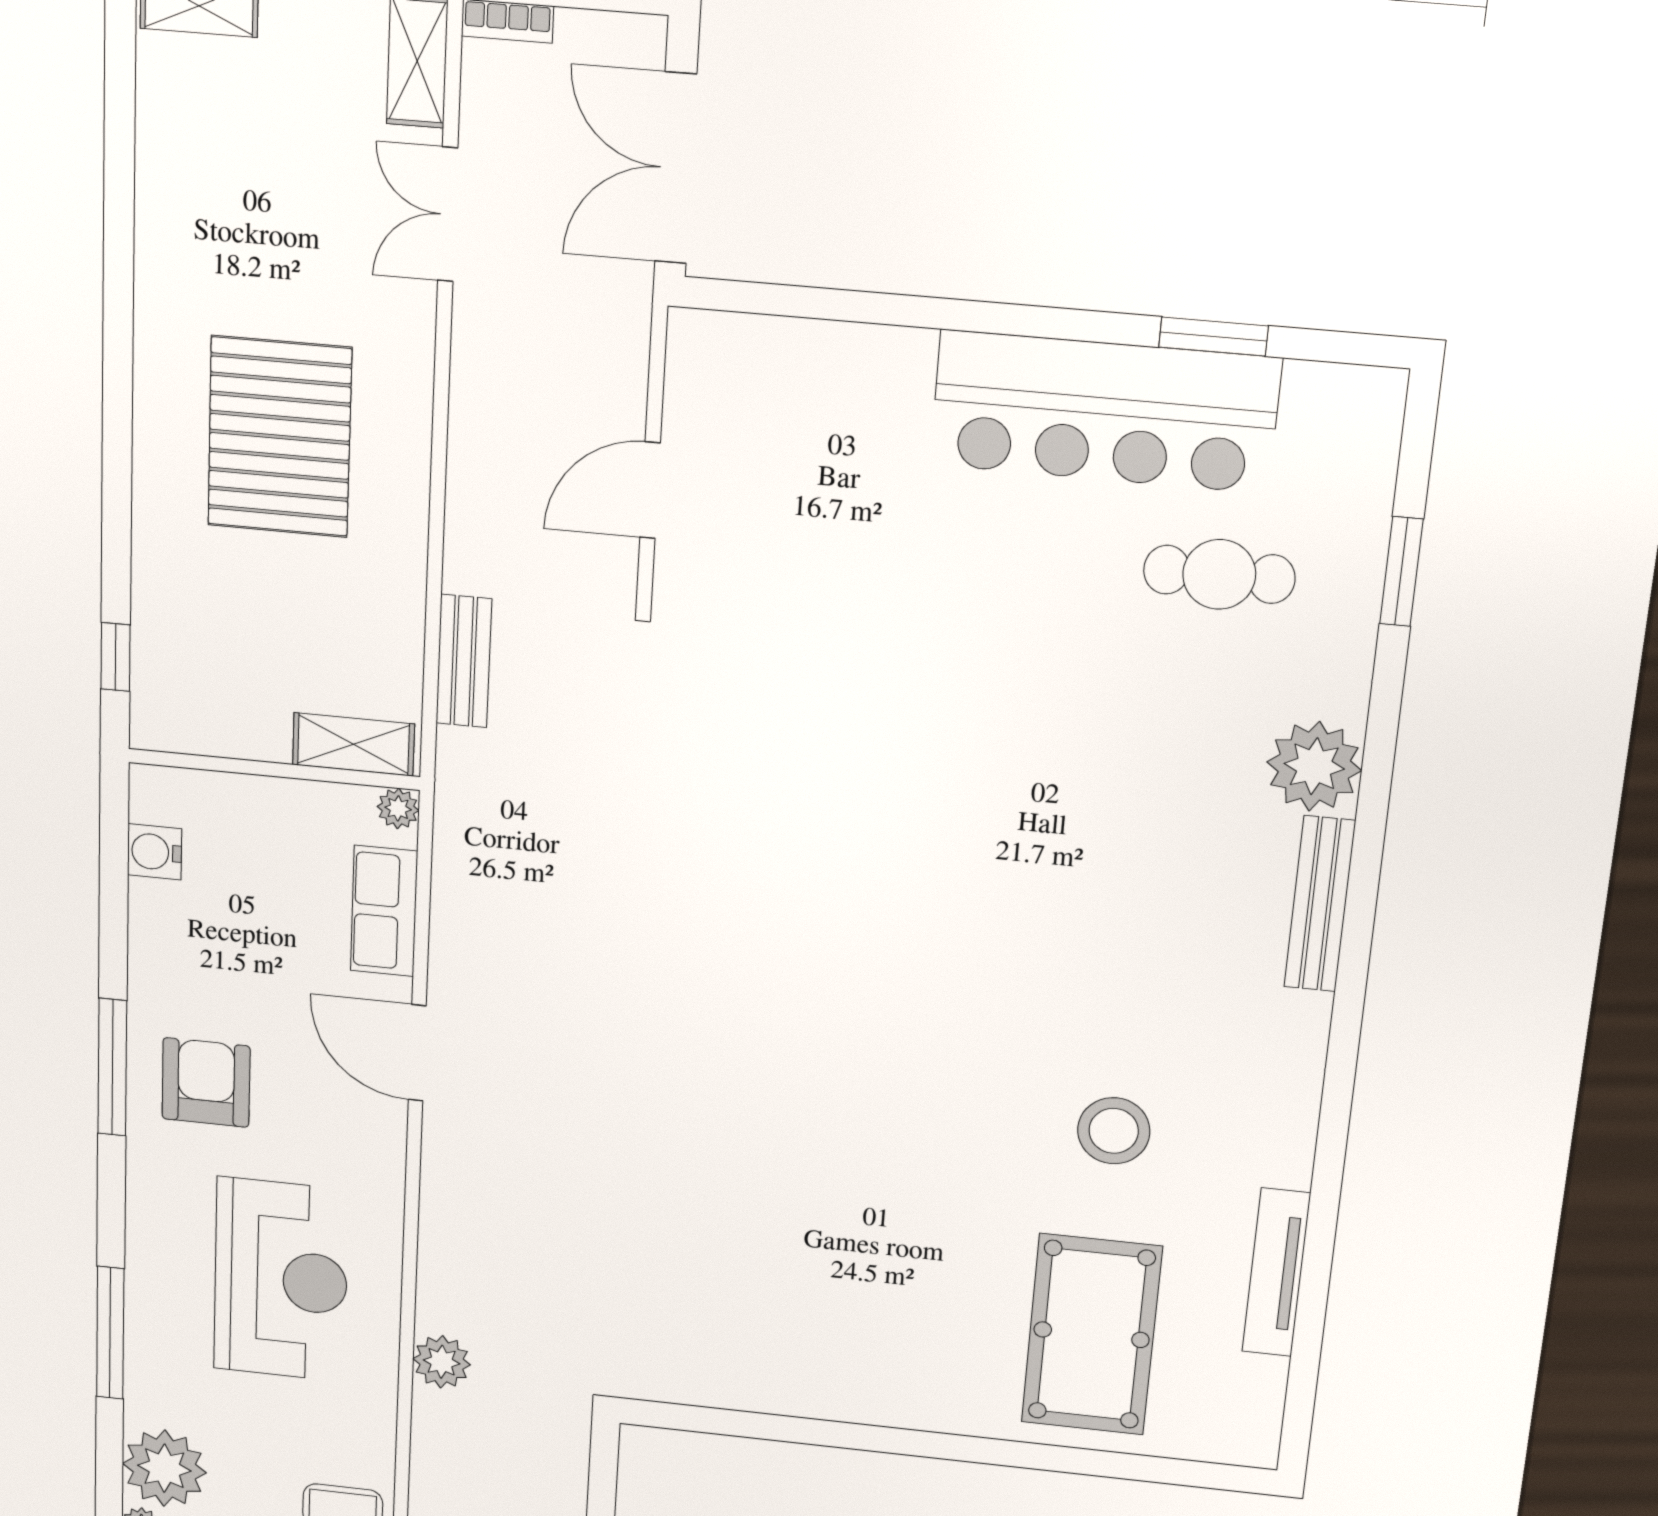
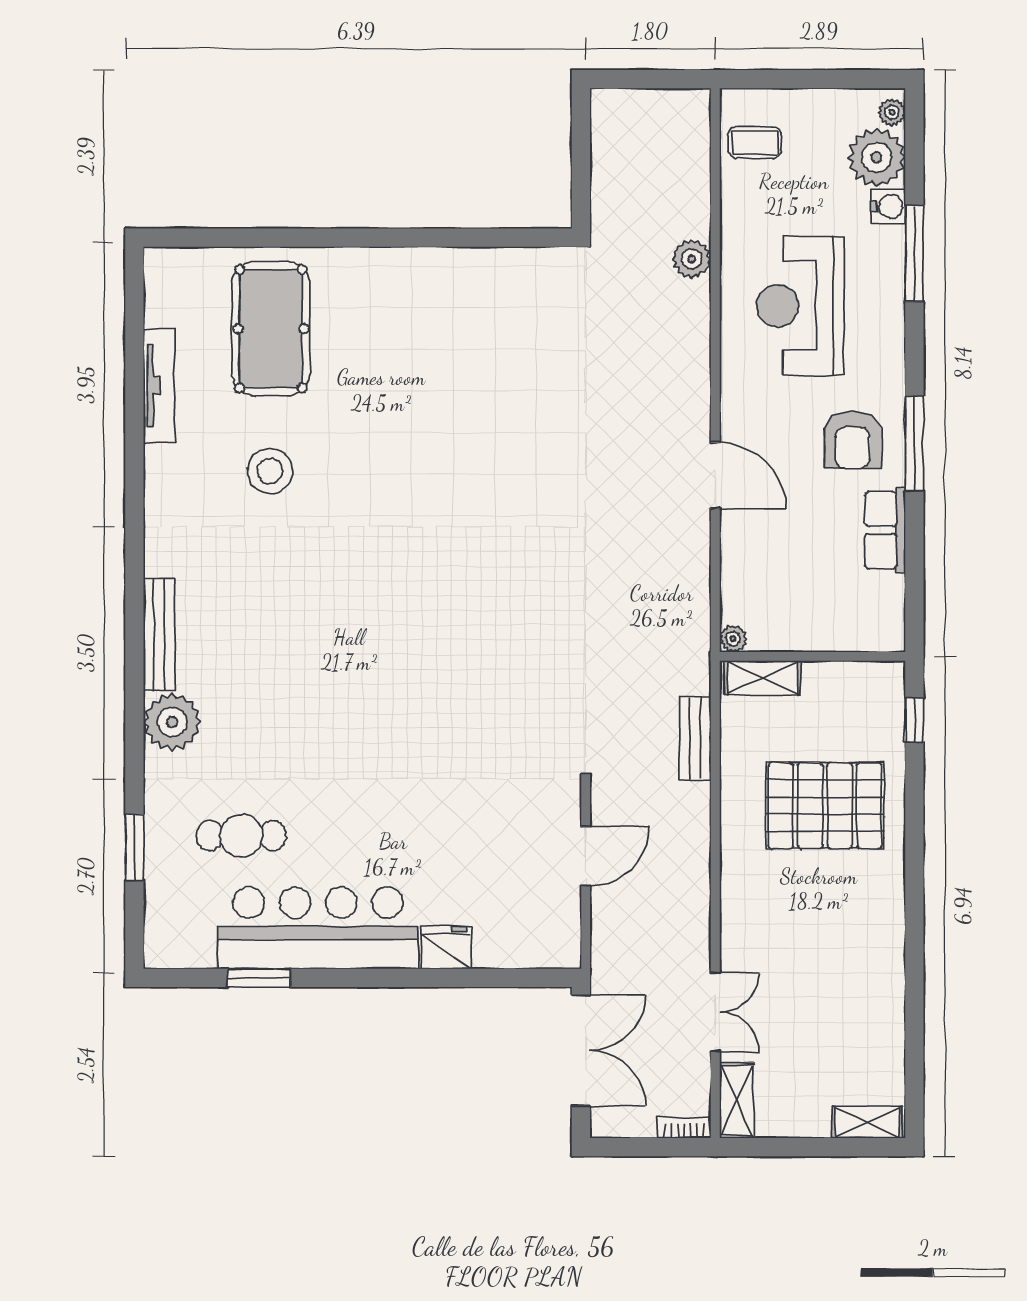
fridge: (892, 360) -> (446, 948), added
pallet: (279, 437) -> (825, 806), moved, turned 90
water cooler: (155, 852) -> (888, 206), moved
row of seats: (384, 911) -> (885, 530), moved, turned 180

